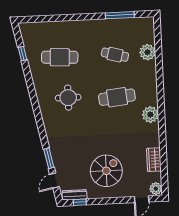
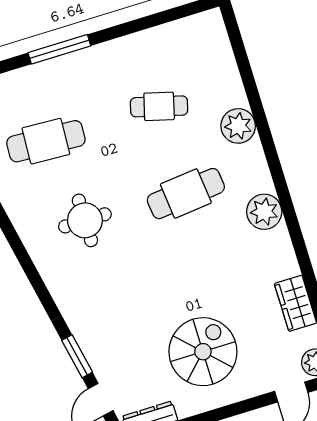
window: (120, 15) -> (59, 49), moved
plant: (148, 52) -> (238, 126), moved

